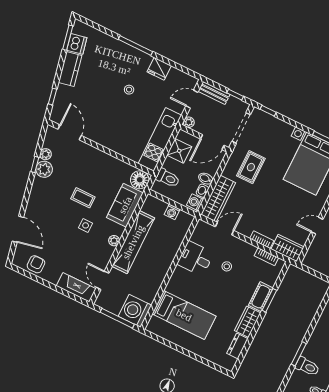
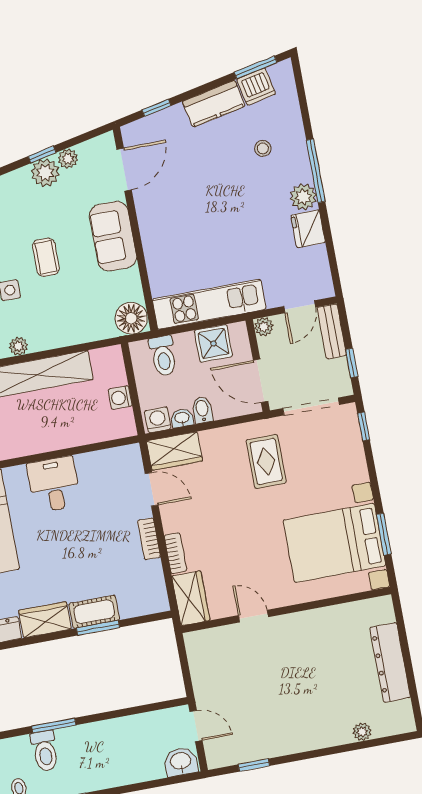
plant: (143, 60) -> (303, 197), added
stool: (129, 90) -> (263, 148), moved
door: (192, 99) -> (300, 307), swing flipped
rug: (251, 167) -> (266, 461), turned 90
wardrobe: (218, 199) -> (175, 451), width x0.67
sofa: (125, 205) -> (113, 236), moved, turned -90
bookcase: (266, 257) -> (149, 539), moved
desk: (195, 259) -> (54, 484), moved
stool: (227, 266) -> (101, 532), removed

